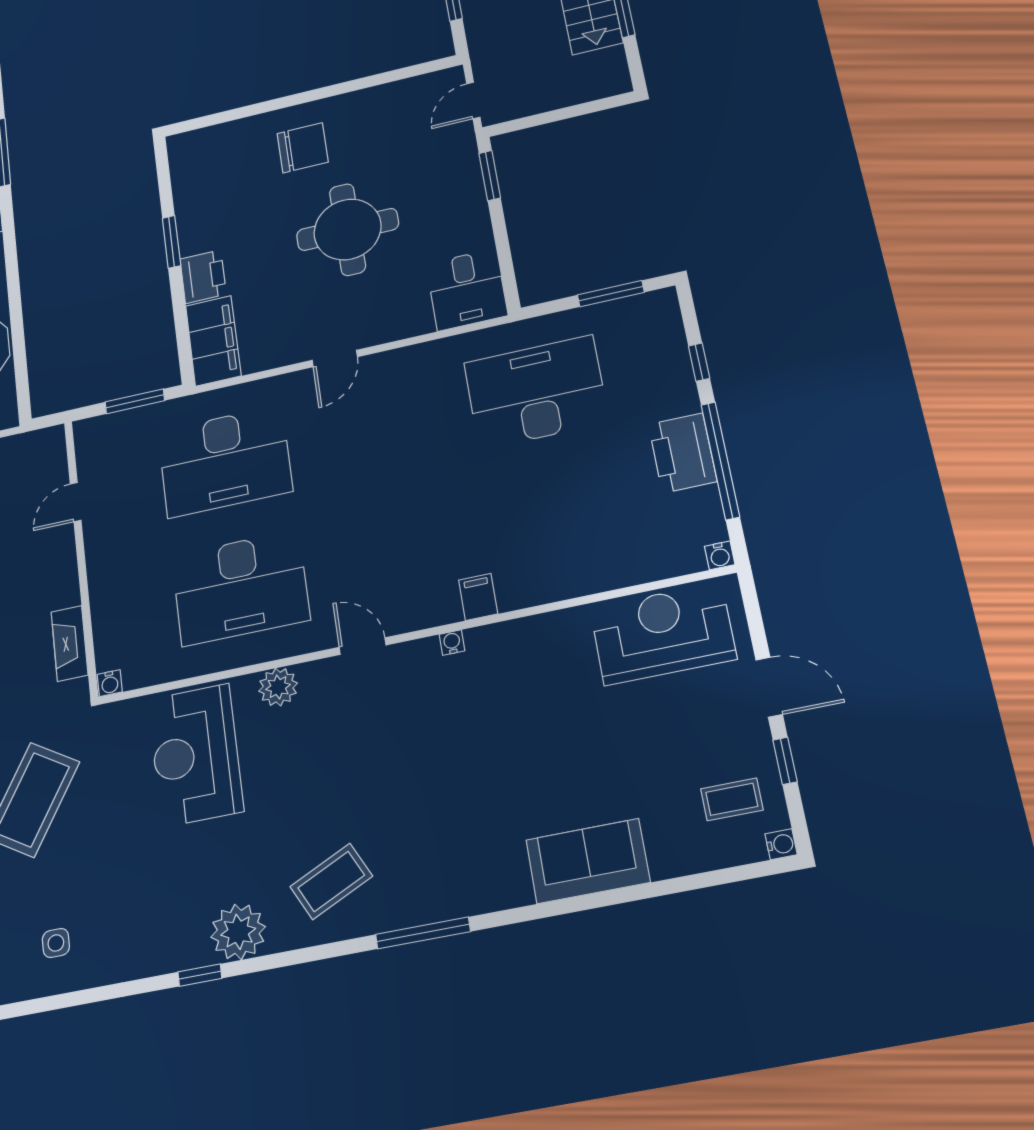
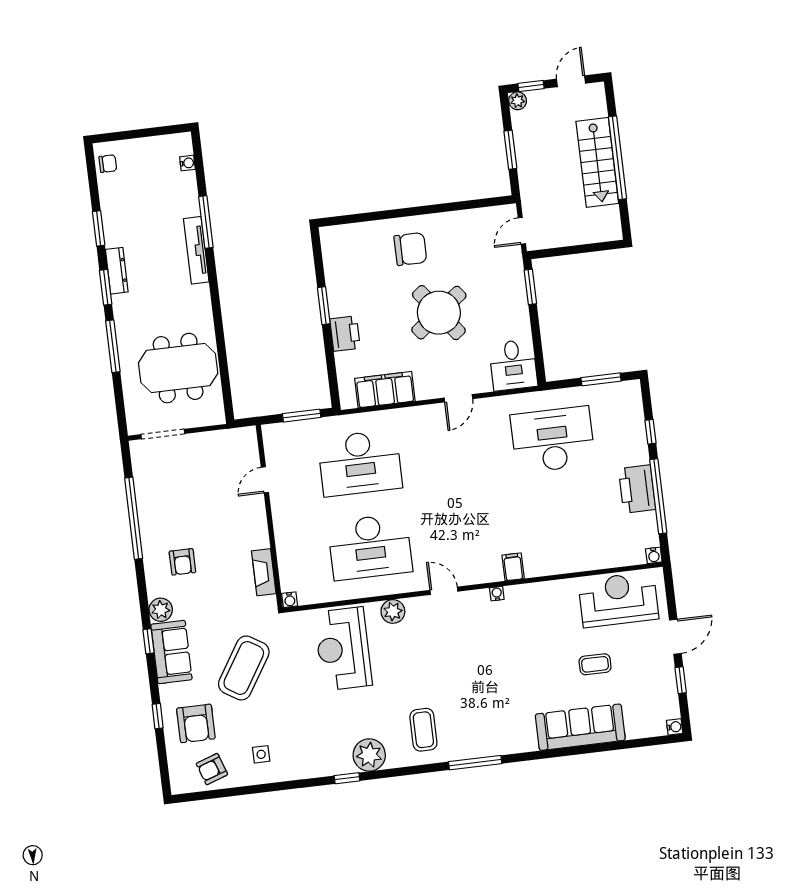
round table: (348, 229) -> (439, 313), turned -37
filing cabinet: (213, 341) -> (385, 390), moved, turned -90
door: (335, 359) -> (458, 398), moved
door: (769, 687) -> (675, 637), hinge flipped
coffee table: (732, 799) -> (595, 664), moved
sofa: (588, 861) -> (580, 727), width x1.36
coffee table: (331, 881) -> (423, 730), turned -64

